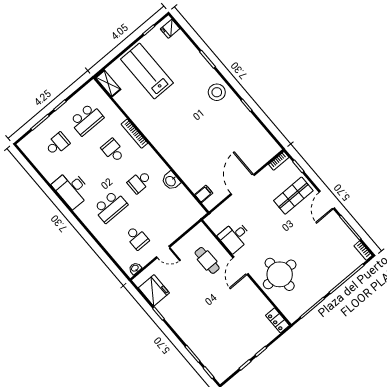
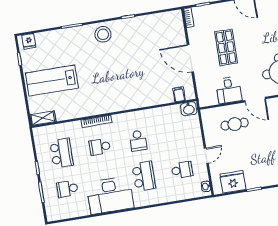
school desk: (57, 144) -> (67, 189), turned -90
washbasin: (171, 181) -> (189, 109), moved
desk: (72, 189) -> (110, 195), width x1.36, depth x1.30
shop shelf: (293, 196) -> (226, 47), moved

